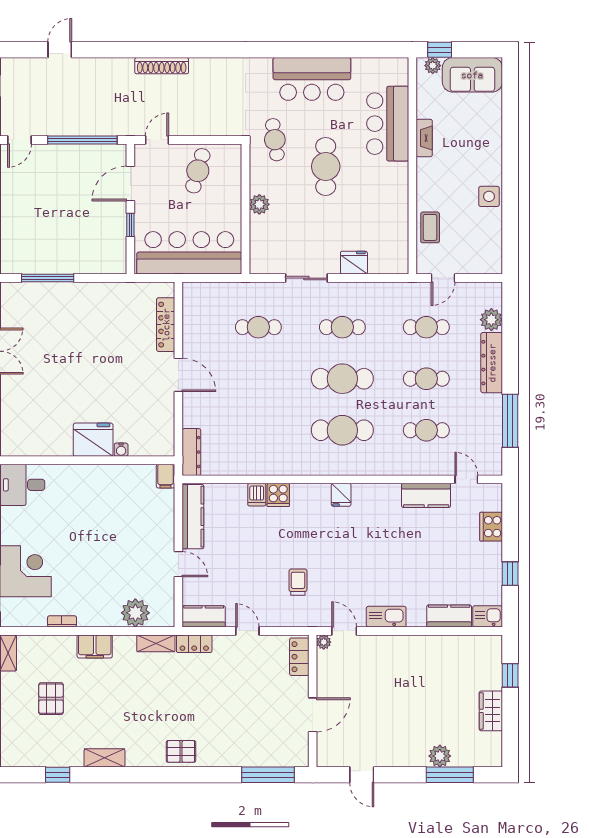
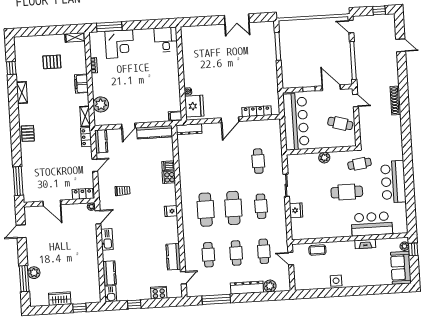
fridge: (93, 440) -> (194, 106), moved

